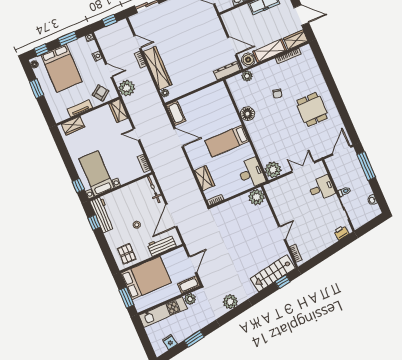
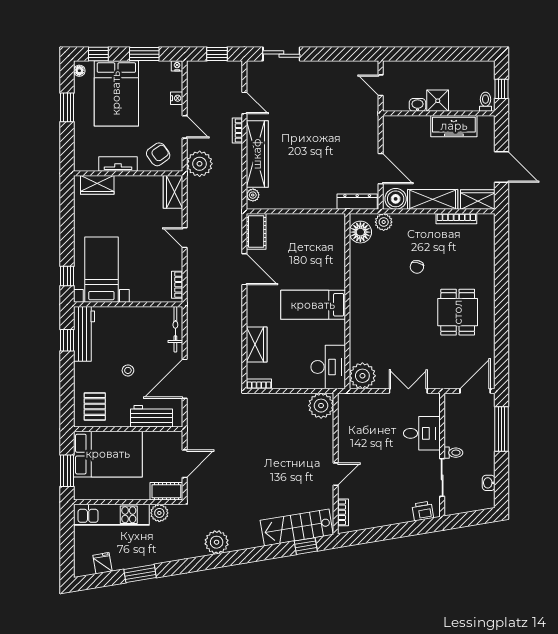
floor lamp: (247, 114) -> (360, 232), moved

